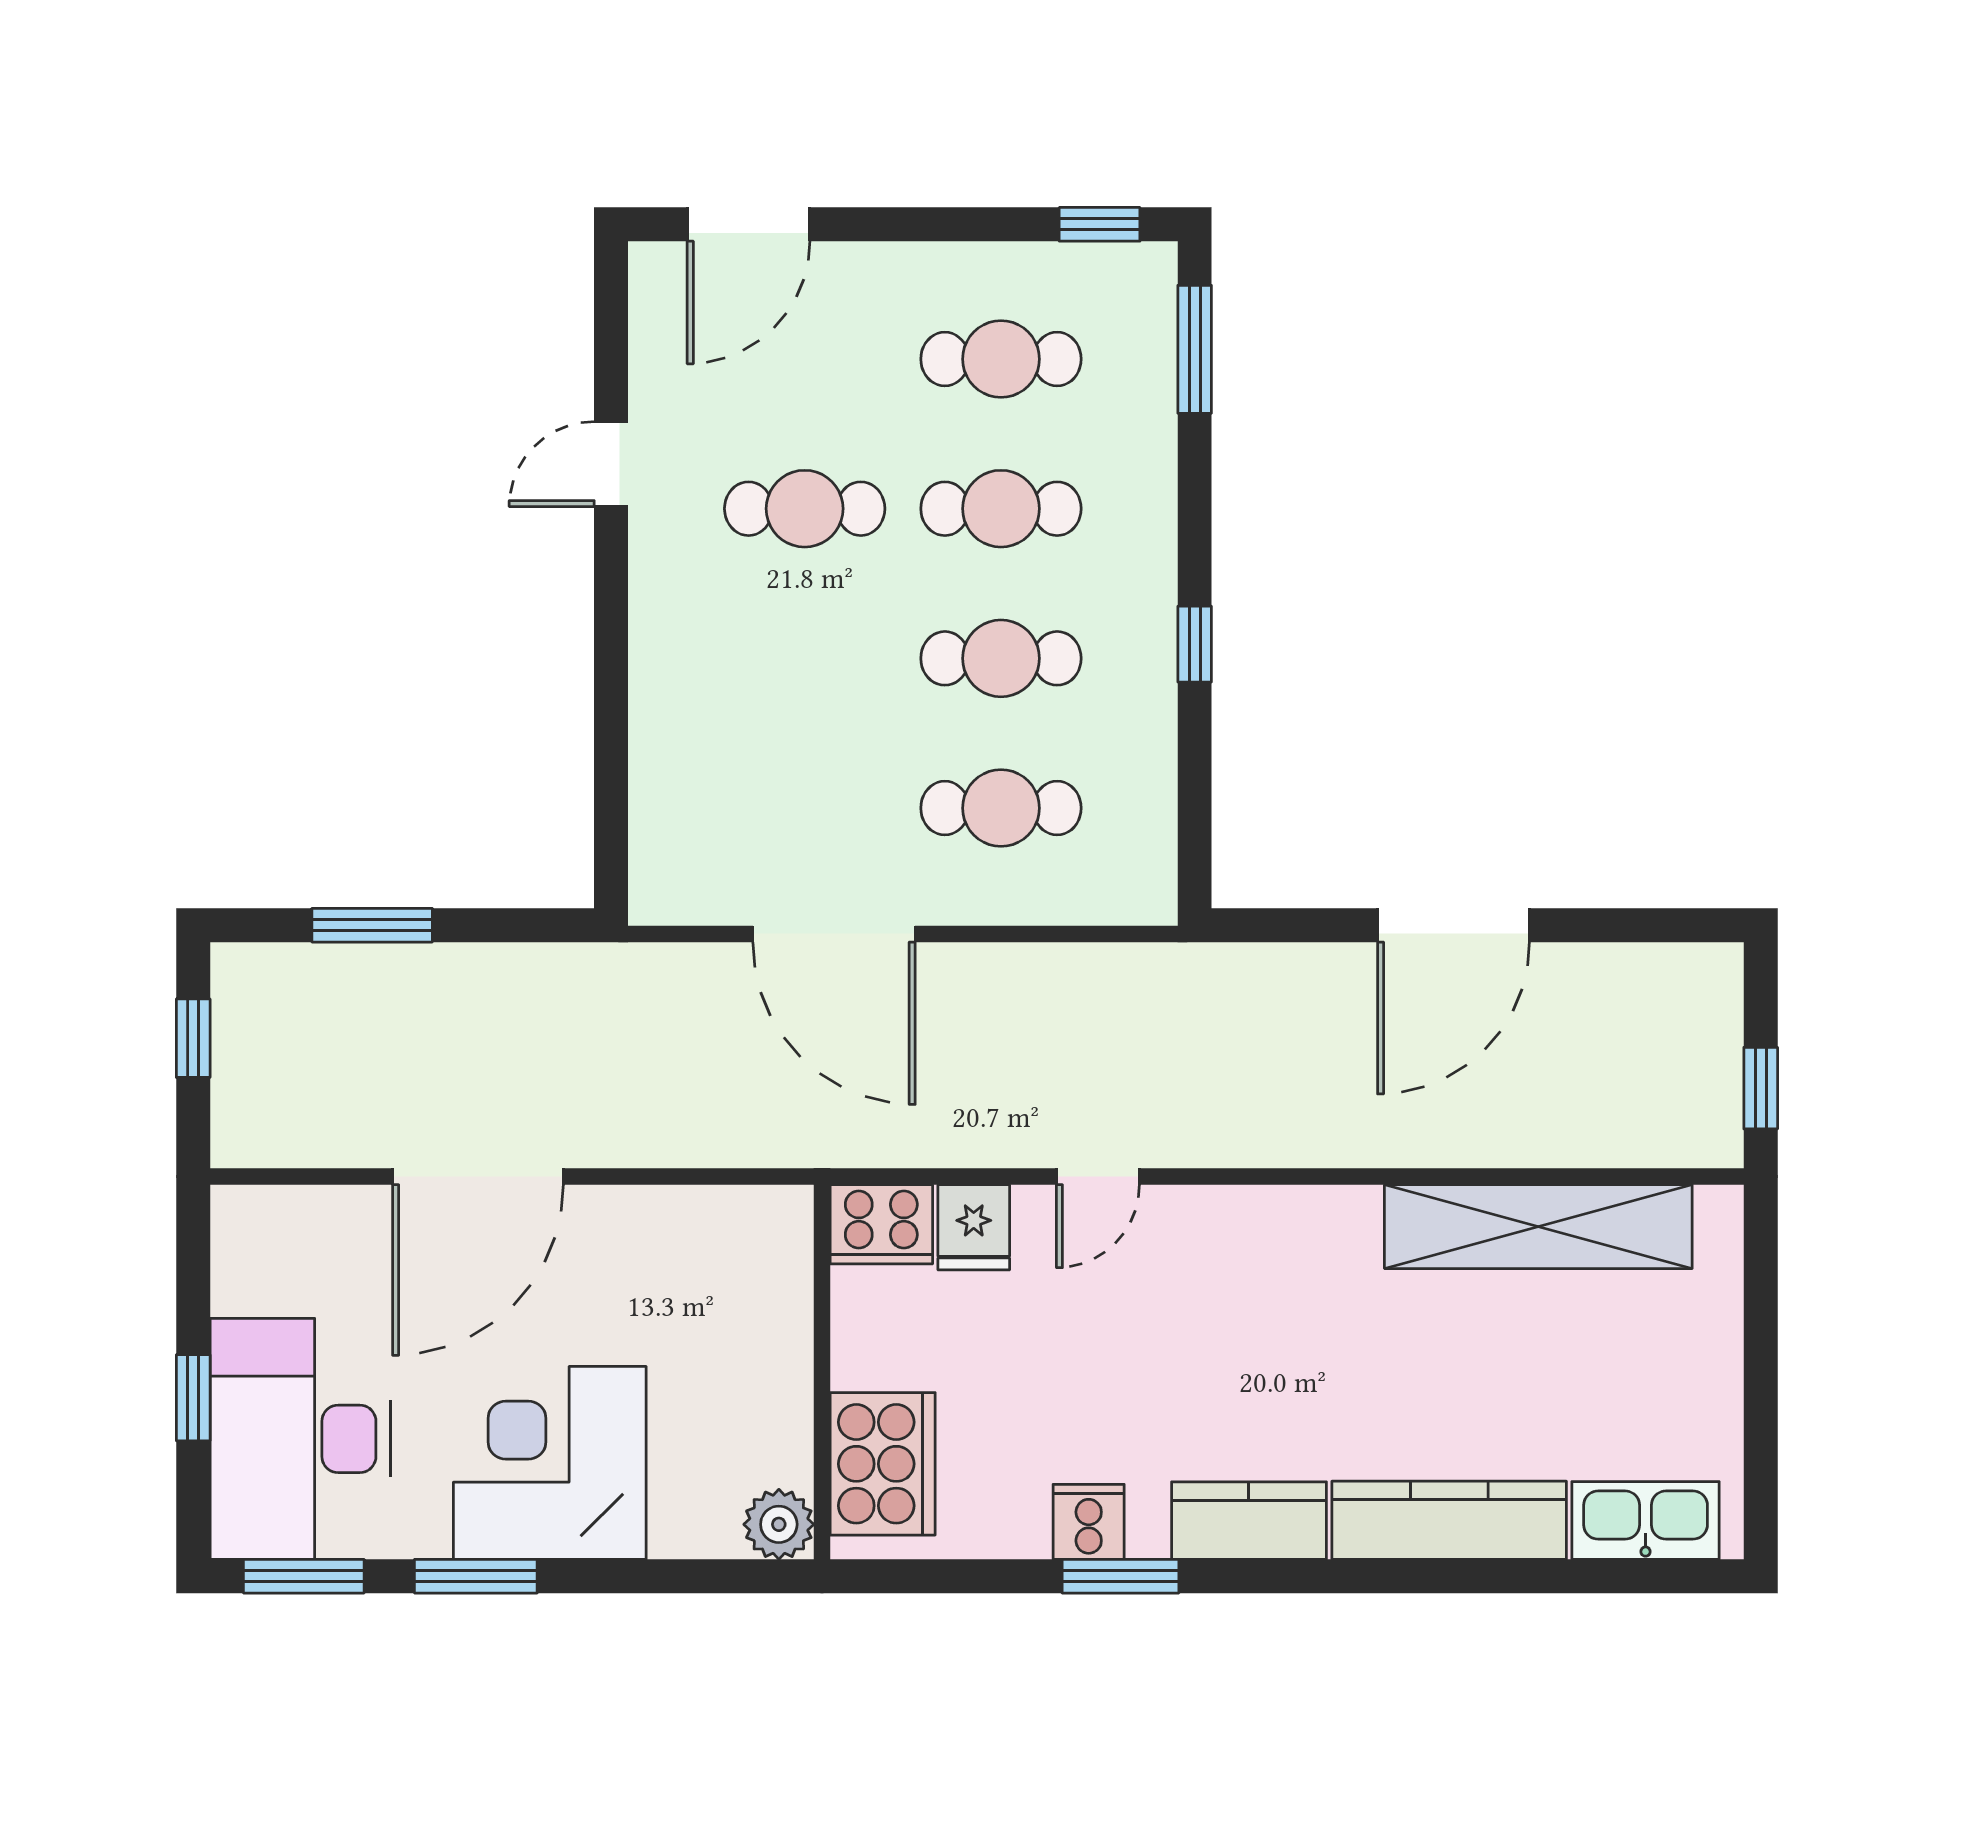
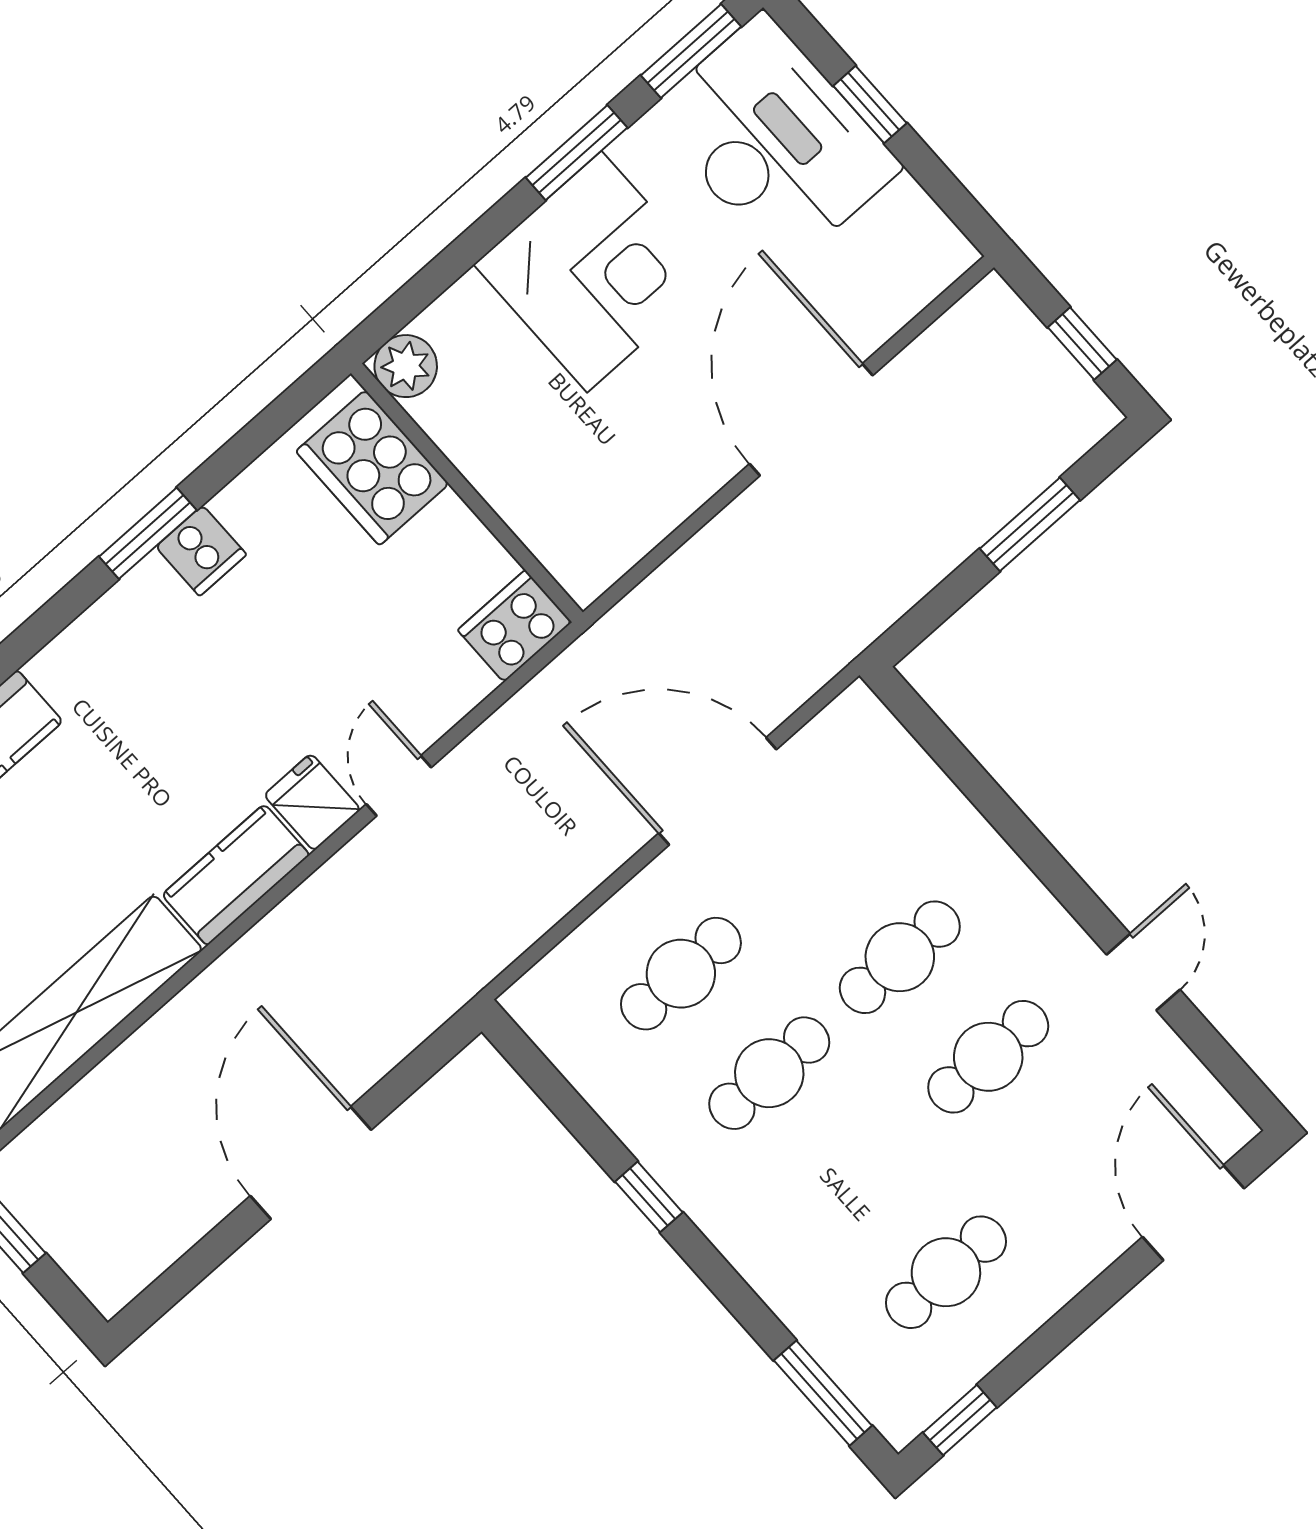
cafe table: (1001, 509) -> (900, 957), moved
fridge: (974, 1227) -> (312, 802), moved
kitchen counter: (1249, 1521) -> (236, 875), moved, turned 180

